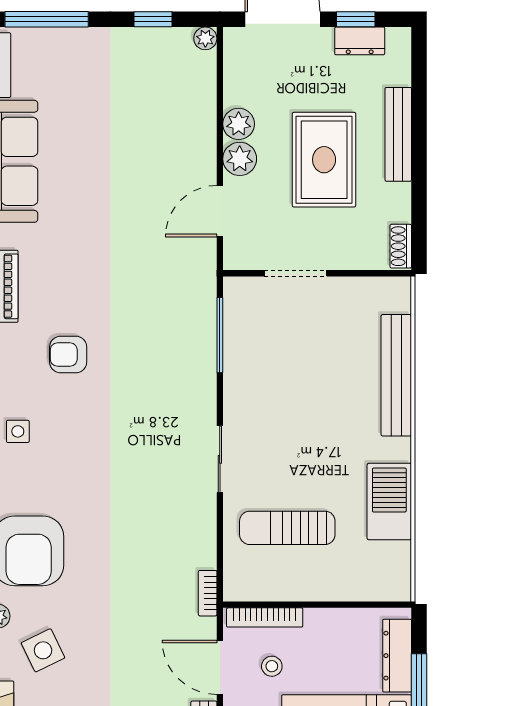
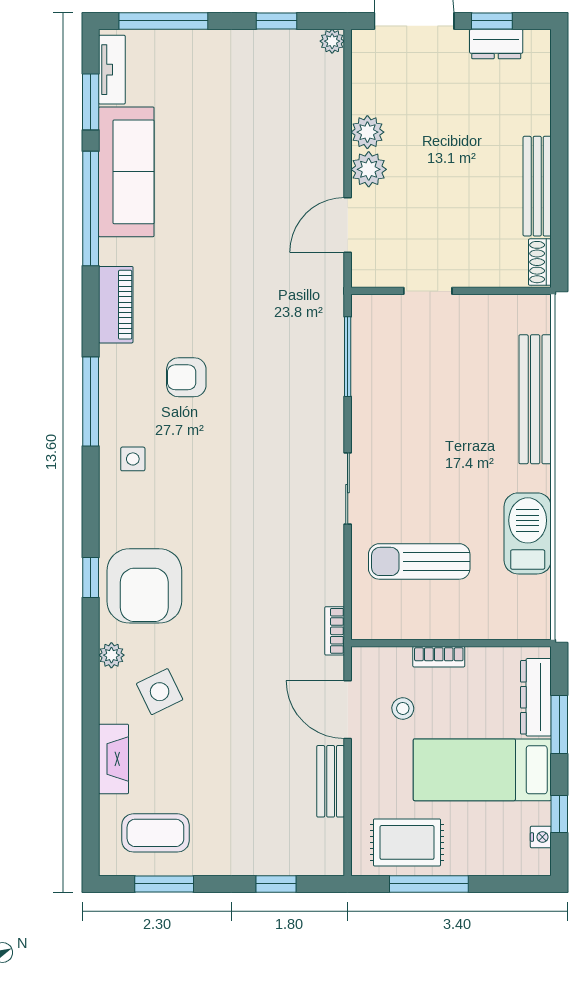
bench: (398, 134) -> (537, 186), moved
rug: (324, 160) -> (458, 170), removed
doorway: (295, 273) -> (428, 291), width x0.73
bookcase: (265, 617) -> (439, 657), moved, width x0.64

